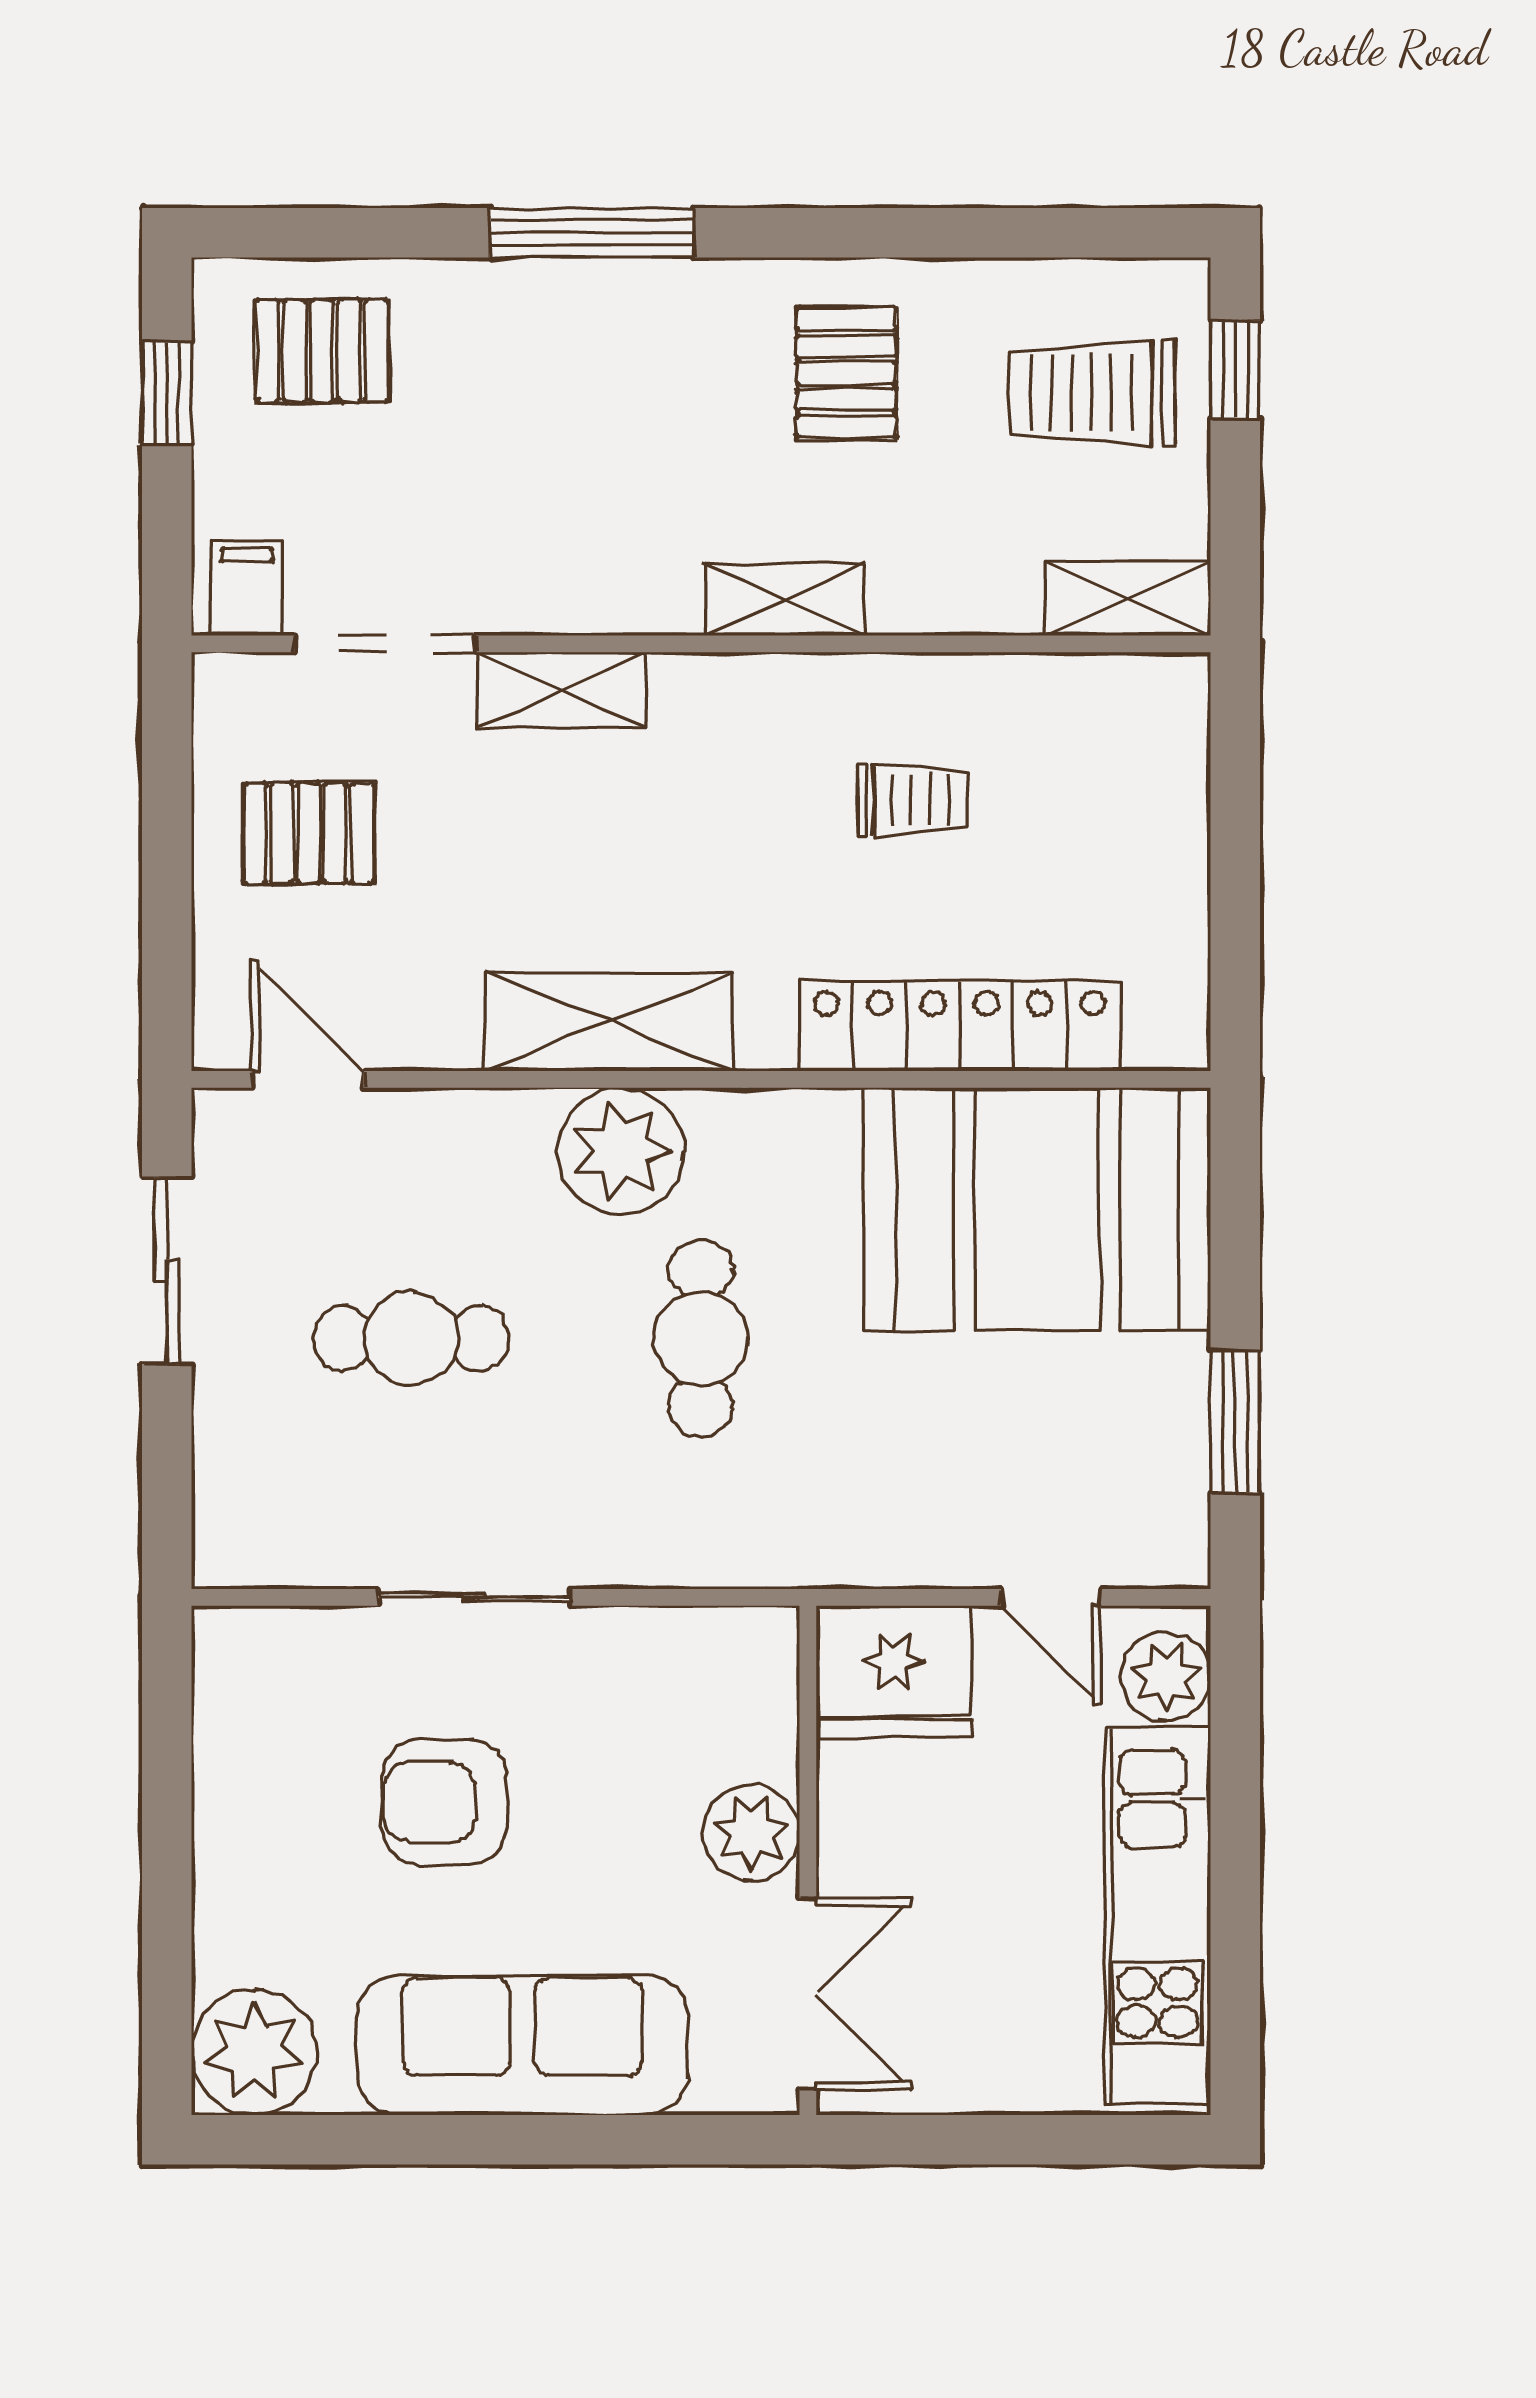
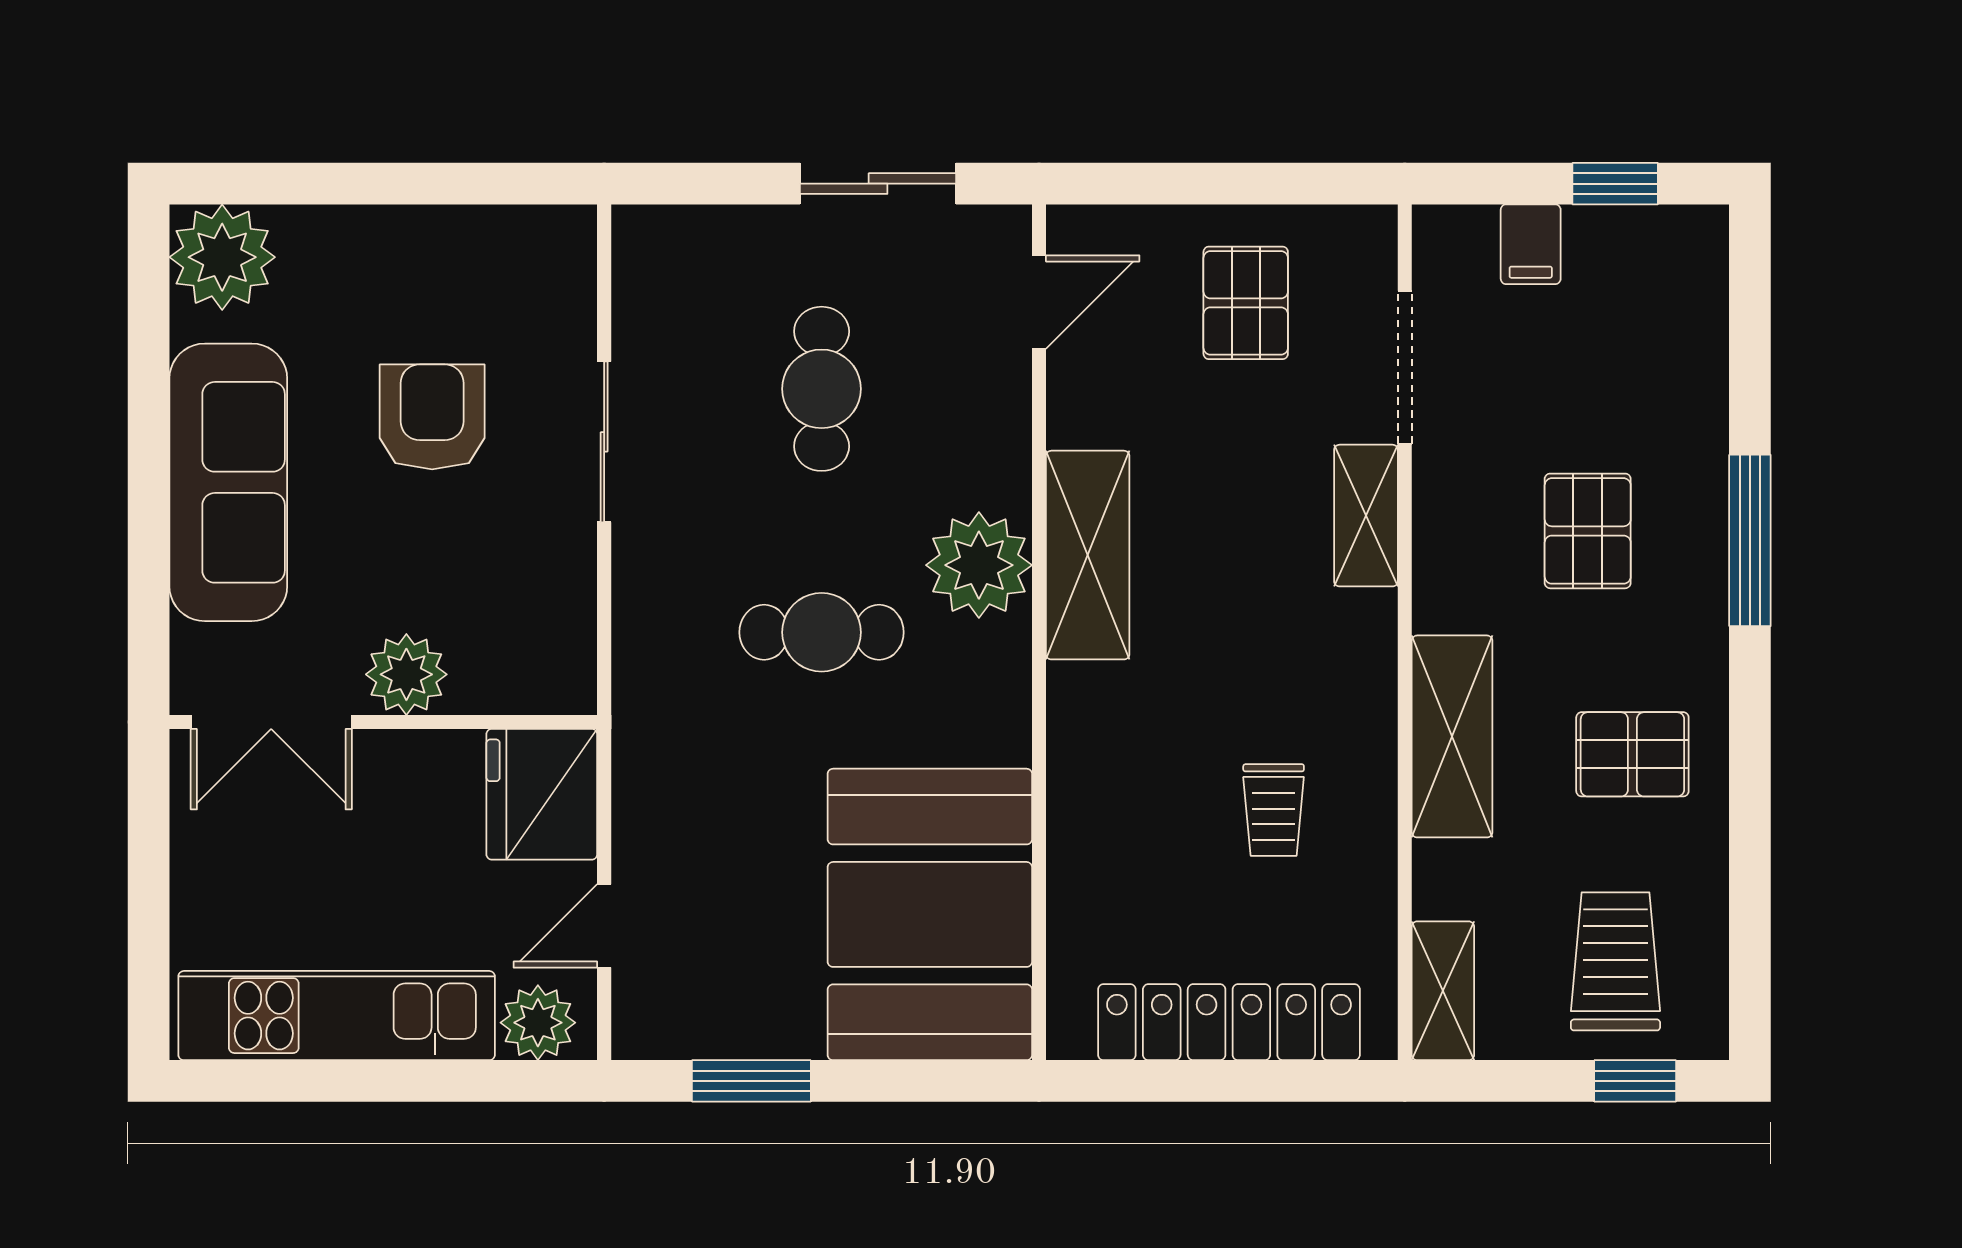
pallet: (322, 351) -> (1588, 531), moved
filing cabinet: (247, 588) -> (1531, 244), moved, turned 90
shelving: (785, 600) -> (1452, 736), width x1.50, depth x1.33
locker: (960, 1026) -> (1229, 1022), moved, turned -90

